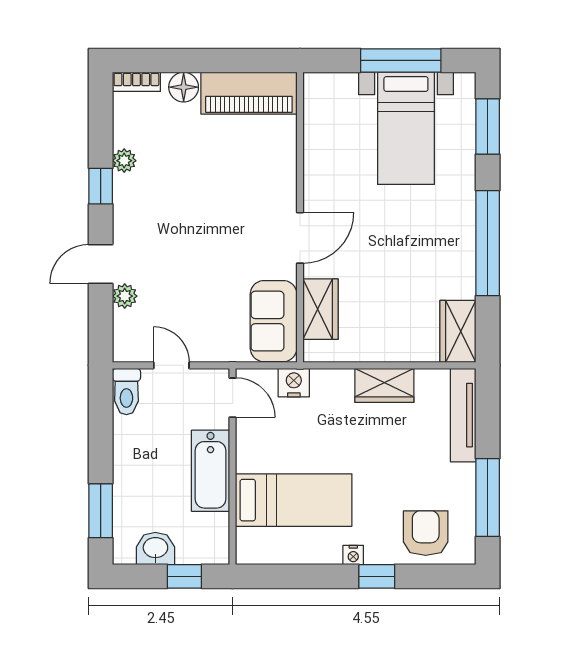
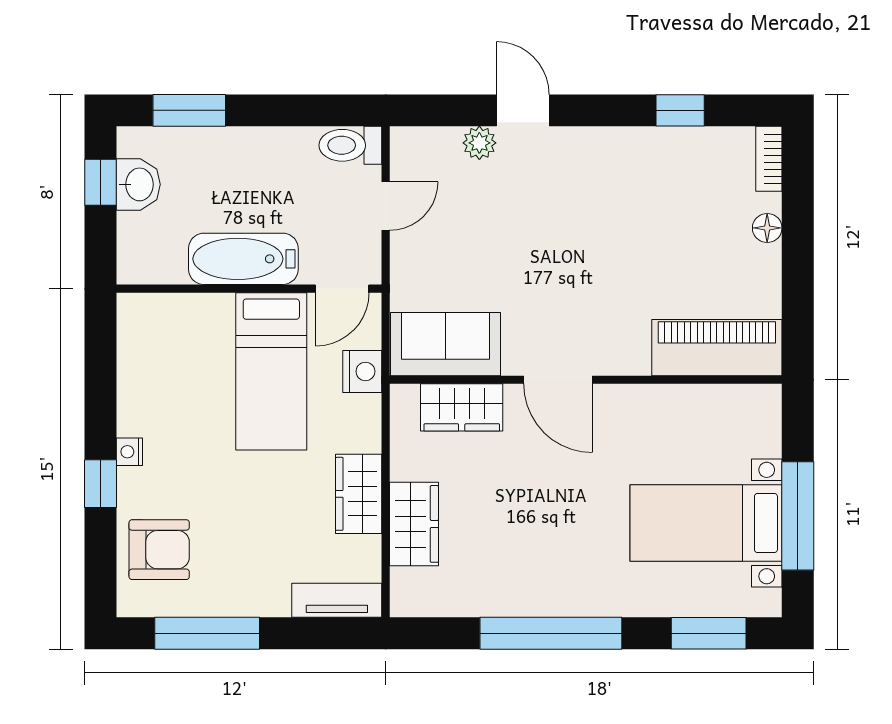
floor lamp: (184, 87) -> (767, 228), width x0.73, depth x0.73
piano: (249, 93) -> (717, 348), moved, turned 90
plant: (124, 161) -> (663, 142), removed
window: (101, 186) -> (680, 110), moved
wardrobe: (458, 331) -> (414, 524), moved, turned 90
tv unit: (463, 415) -> (337, 600), width x0.71
bed: (294, 500) -> (271, 371), moved
window: (184, 576) -> (100, 182), moved

